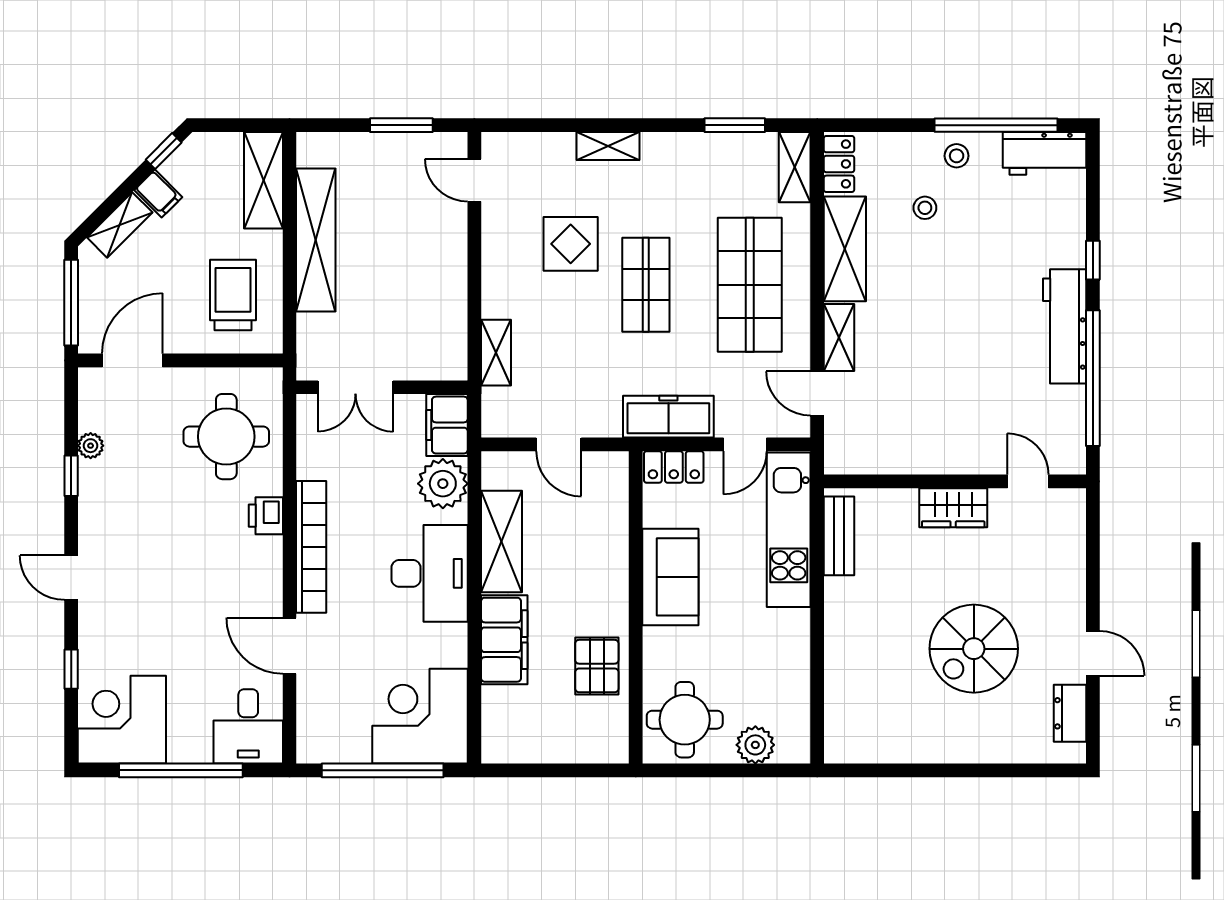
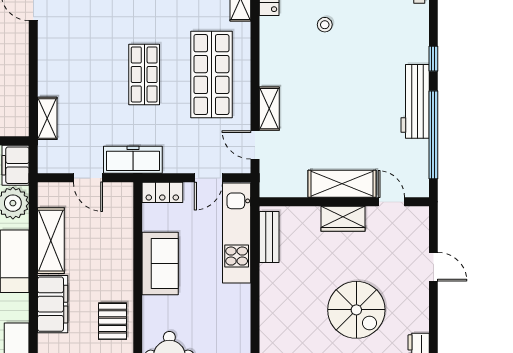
display table: (571, 244) -> (96, 48), removed
shelving: (845, 249) -> (342, 184), moved, turned 90
freezer: (668, 417) -> (133, 160), moved
spiral stairs: (974, 649) -> (356, 310), turned -90
door: (1093, 653) -> (433, 267), moved

